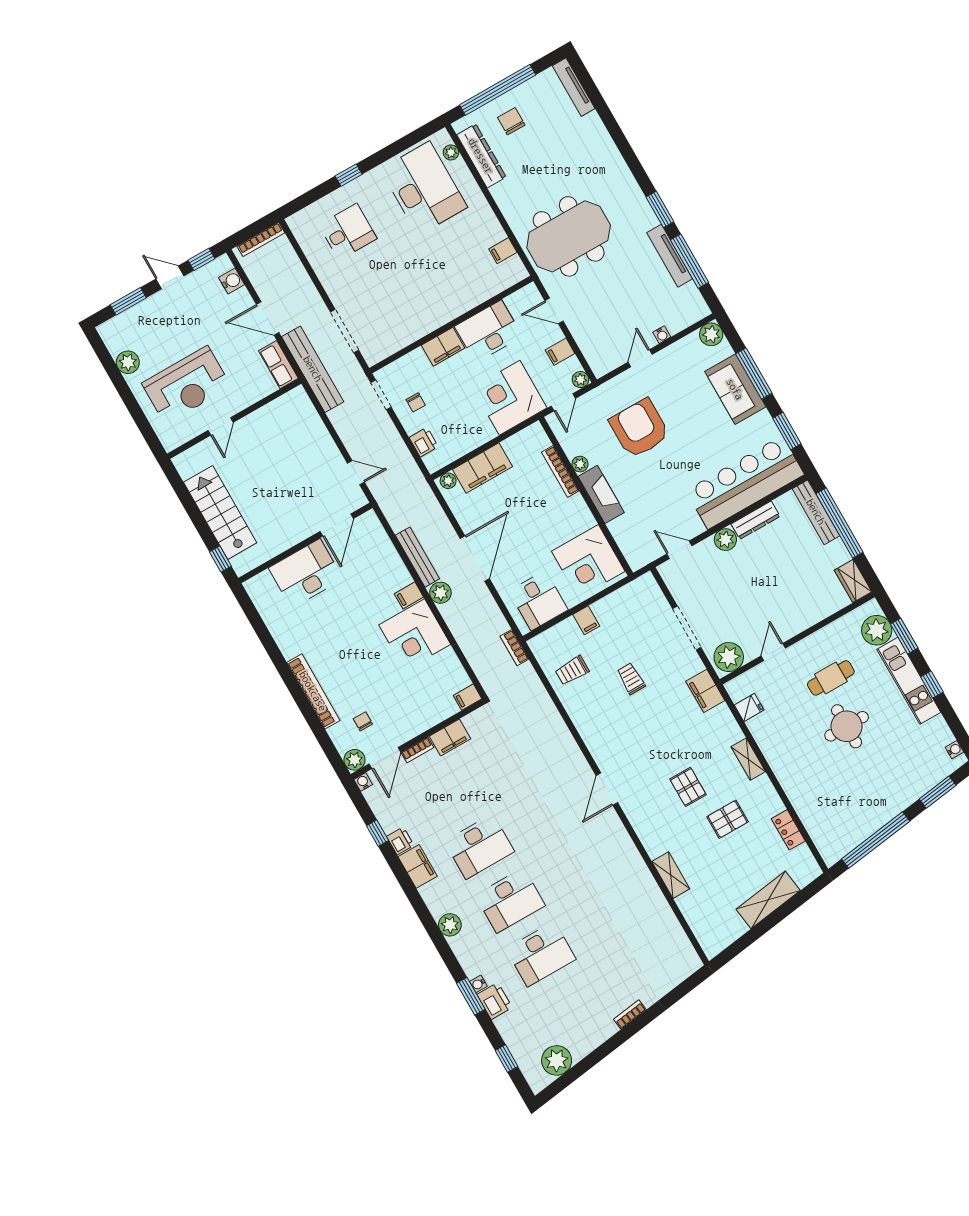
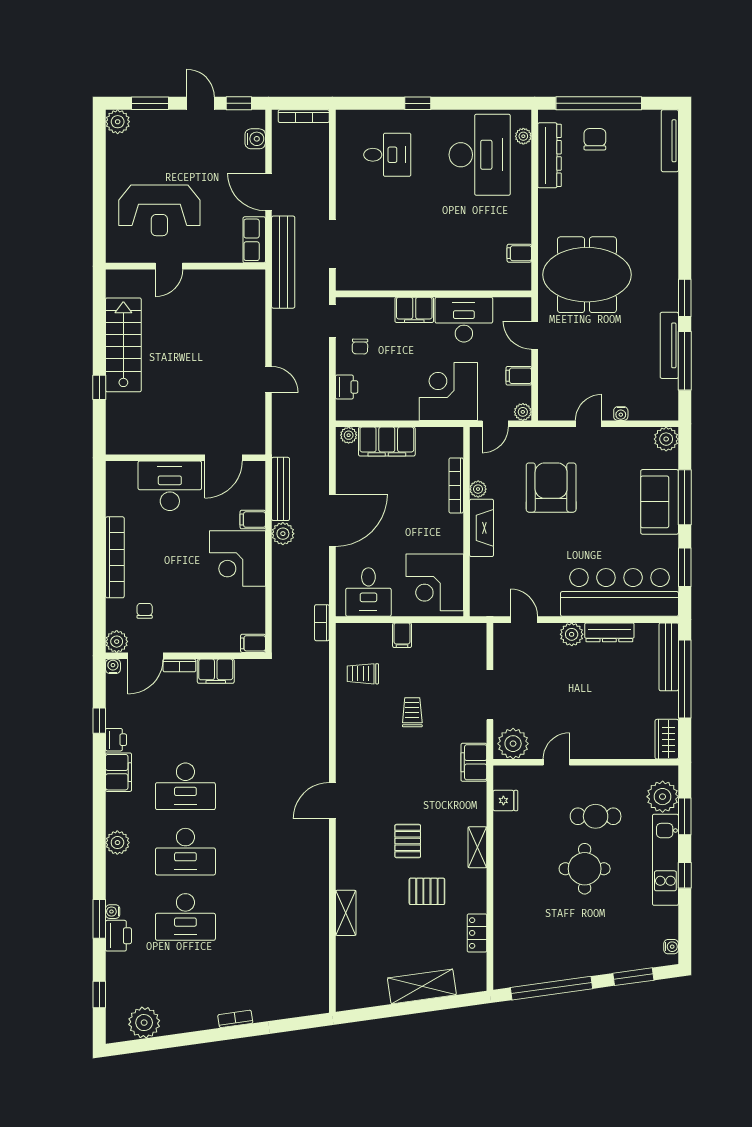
plant: (128, 362) -> (118, 122), moved
door: (337, 525) -> (223, 458), moved
wall: (305, 543) -> (185, 458), moved
desk: (306, 573) -> (170, 486), moved

